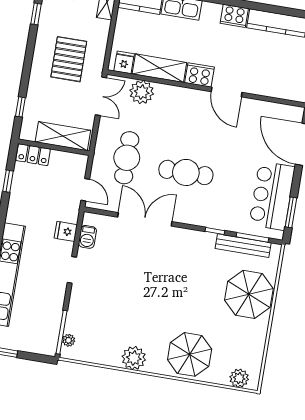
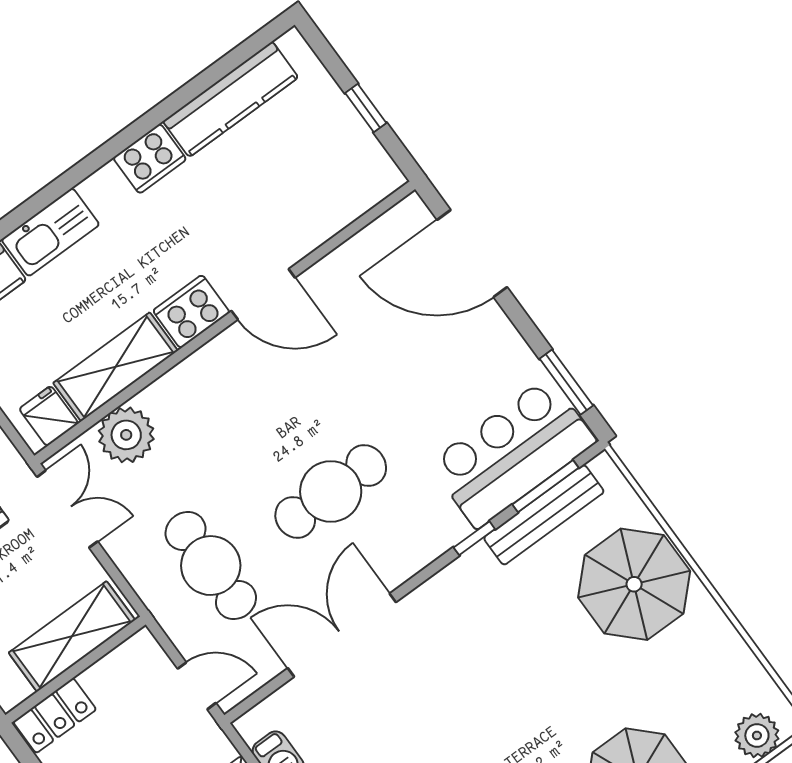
bar counter: (272, 196) -> (513, 453), moved, turned 90

